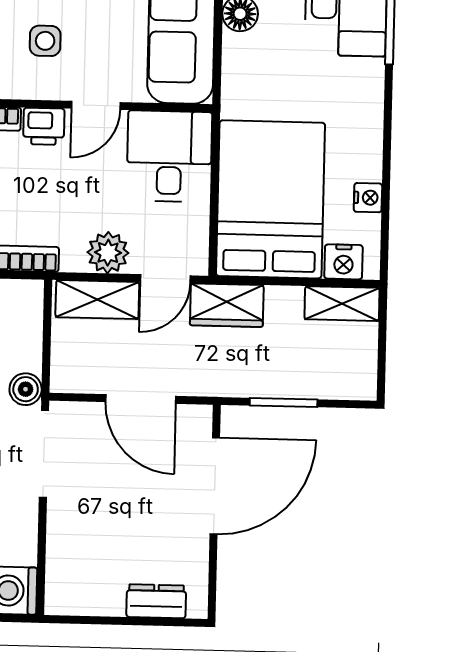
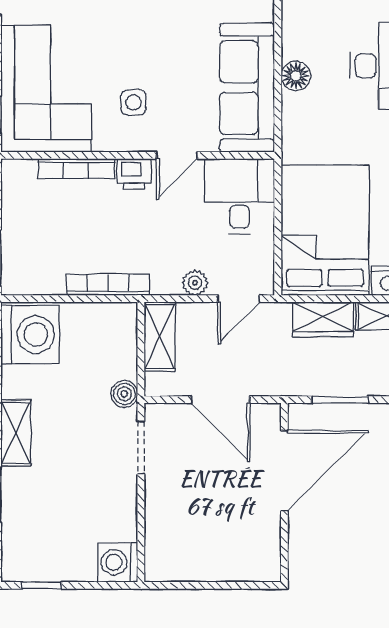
plant: (108, 253) -> (195, 283), width x0.73, depth x0.73
shelving: (97, 300) -> (160, 337), moved, turned 90
wardrobe: (227, 305) -> (323, 320), moved
doorway: (44, 454) -> (141, 448), width x0.73
dresser: (156, 601) -> (238, 568), removed

